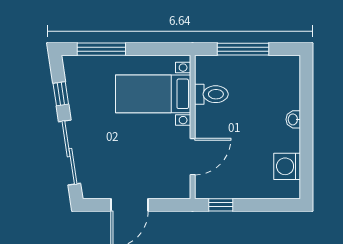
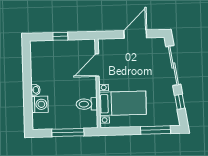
washing machine: (287, 166) -> (40, 104), moved
window: (221, 205) -> (60, 36), moved

